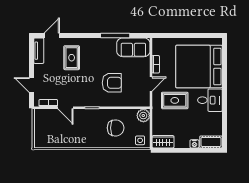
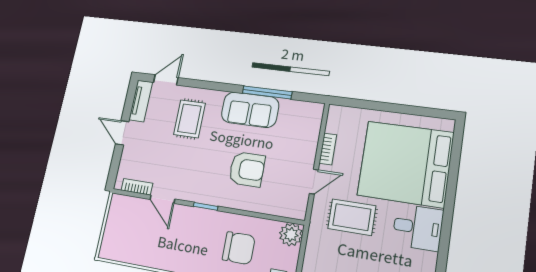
sofa: (133, 47) -> (250, 110), moved
door: (32, 85) -> (122, 133), moved

